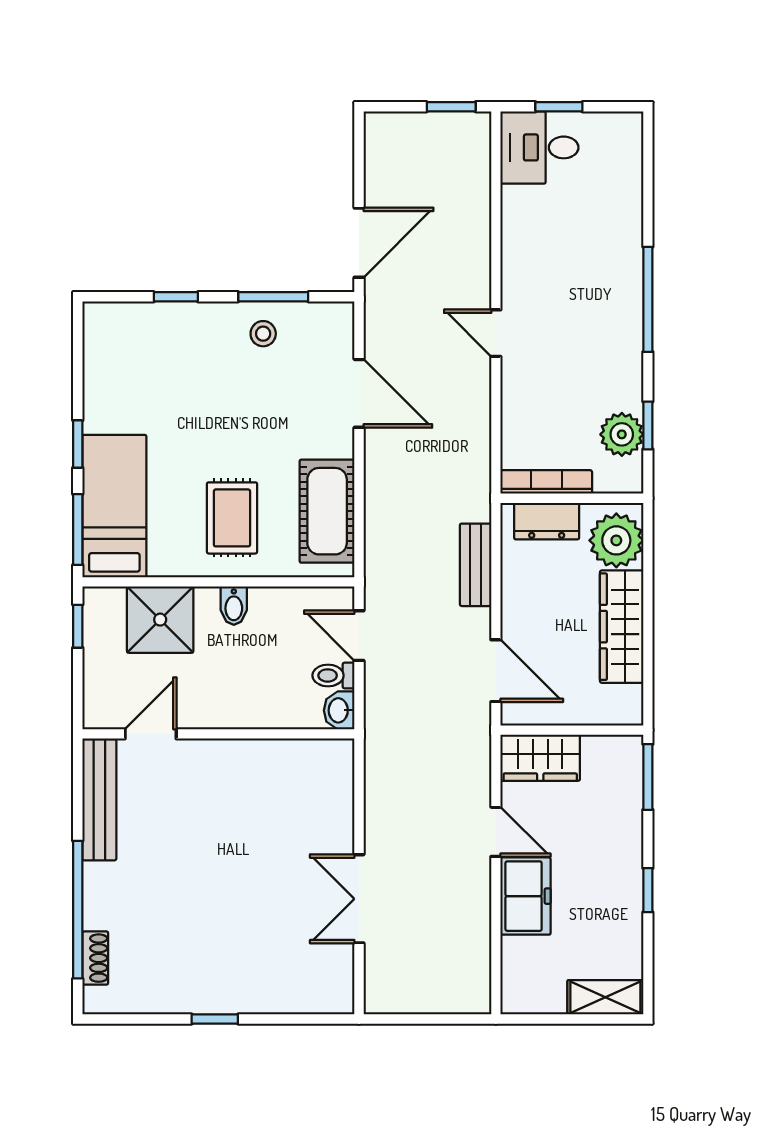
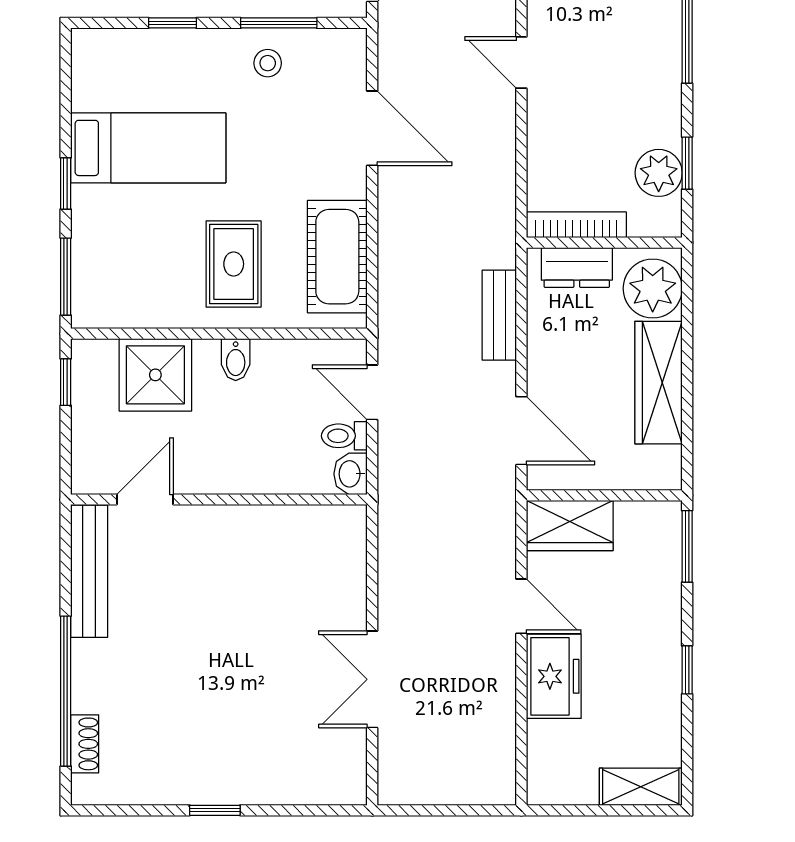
bed: (114, 506) -> (148, 148), moved, turned 90

